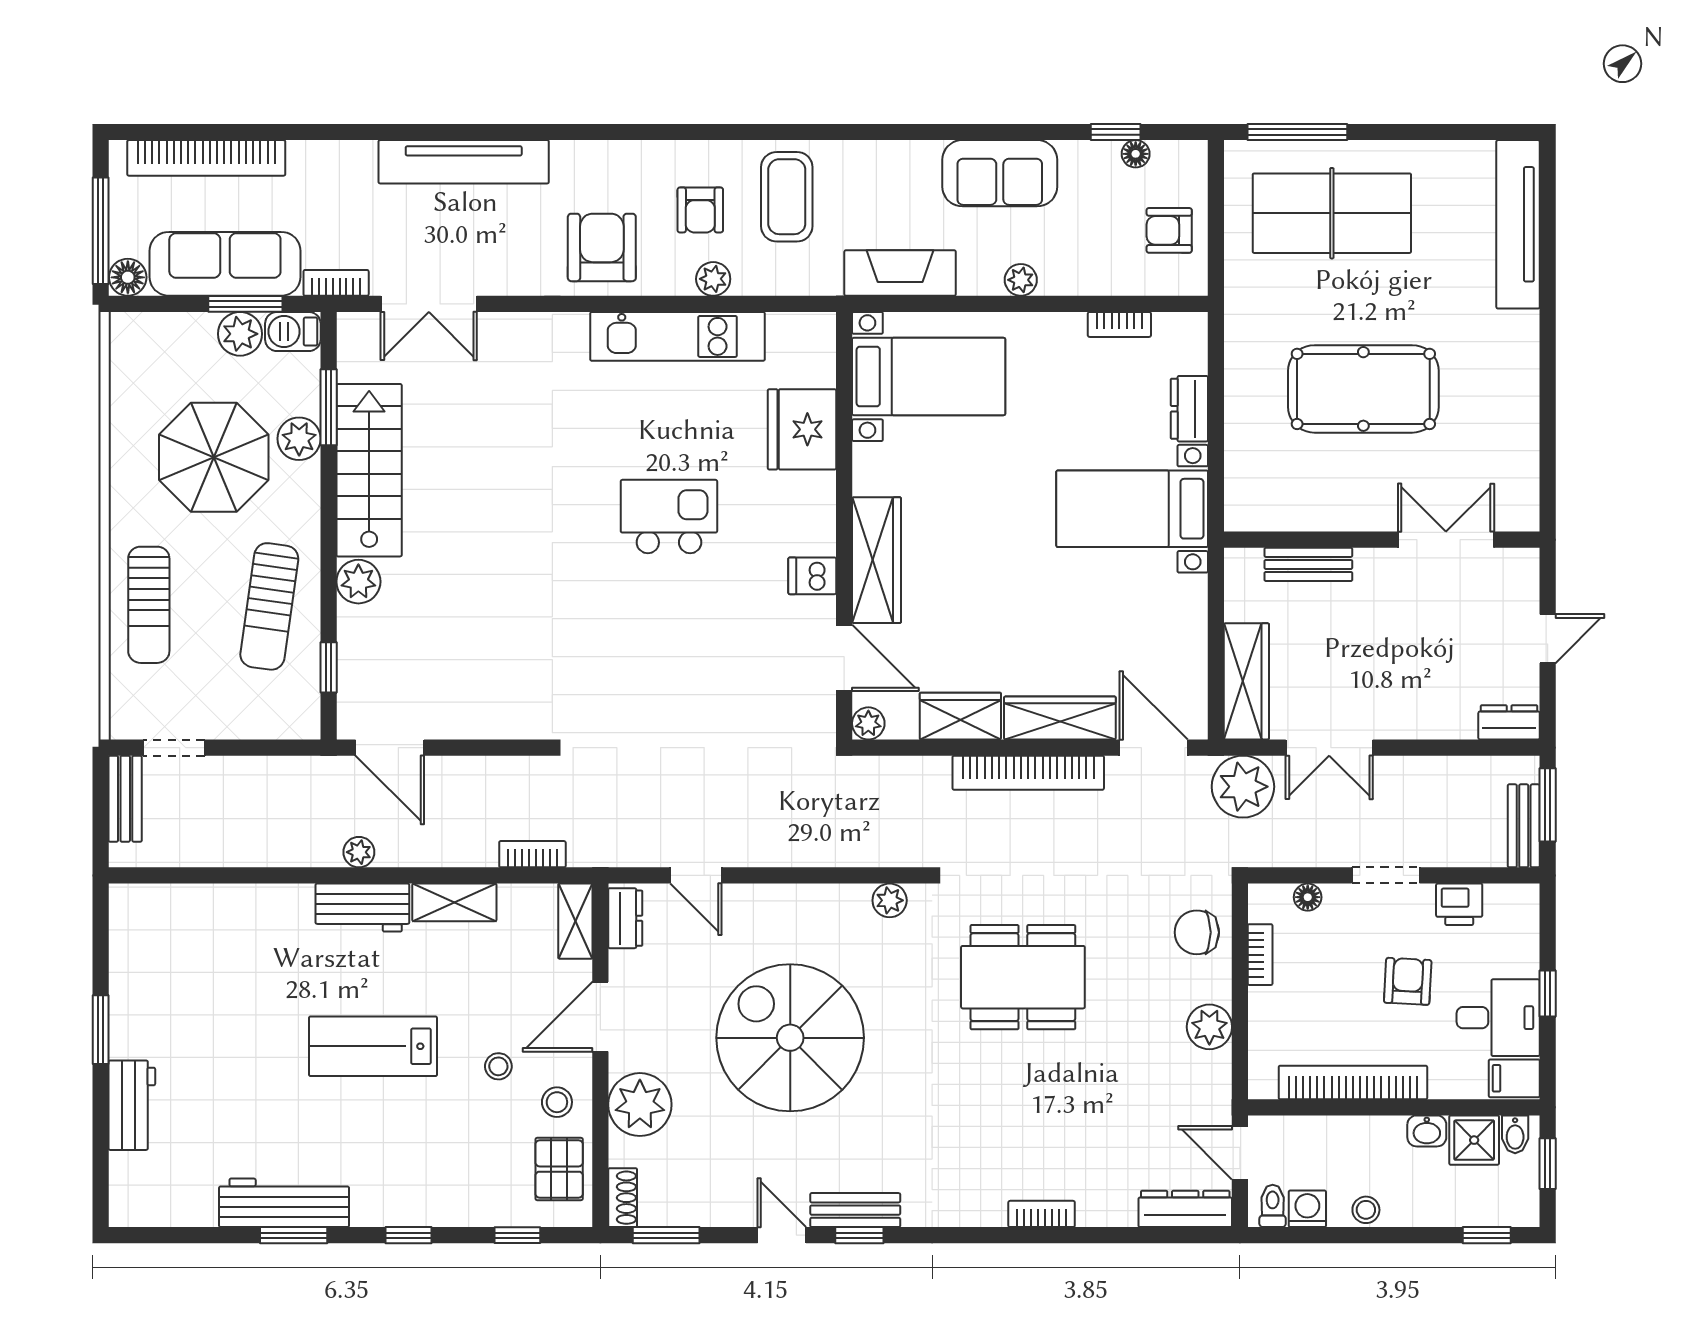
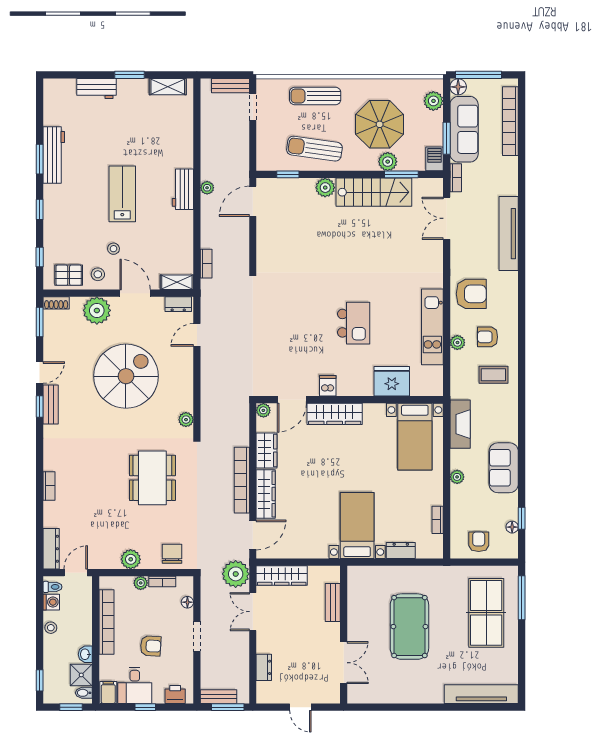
coffee table: (787, 197) -> (493, 375), width x0.73, depth x0.77
plant: (240, 334) -> (433, 101), moved
dresser: (1509, 722) -> (264, 667), moved
shelving: (454, 902) -> (168, 87), moved, turned 90
printer: (1459, 904) -> (175, 694), moved, turned 90
plant: (1264, 1004) -> (141, 583), added

